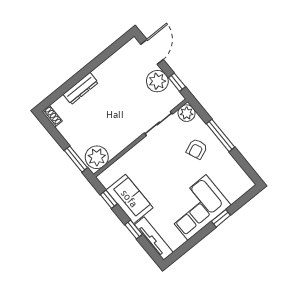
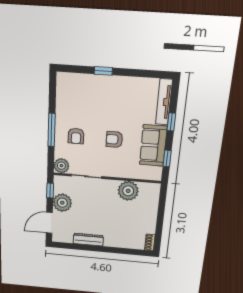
dresser: (81, 88) -> (88, 240), moved
armchair: (197, 149) -> (76, 136), turned 113
plant: (97, 157) -> (128, 191), moved
window: (76, 159) -> (162, 204), removed
armchair: (164, 175) -> (114, 139), added
corner sofa: (197, 207) -> (113, 95), removed

